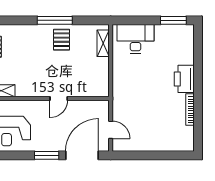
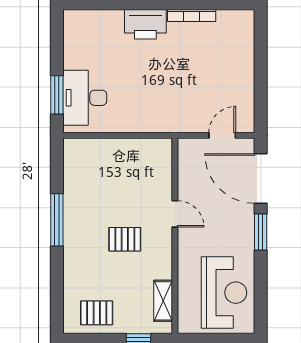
window: (173, 20) -> (57, 95), moved
pallet: (62, 40) -> (125, 239), moved
shelving: (103, 43) -> (91, 147), removed

